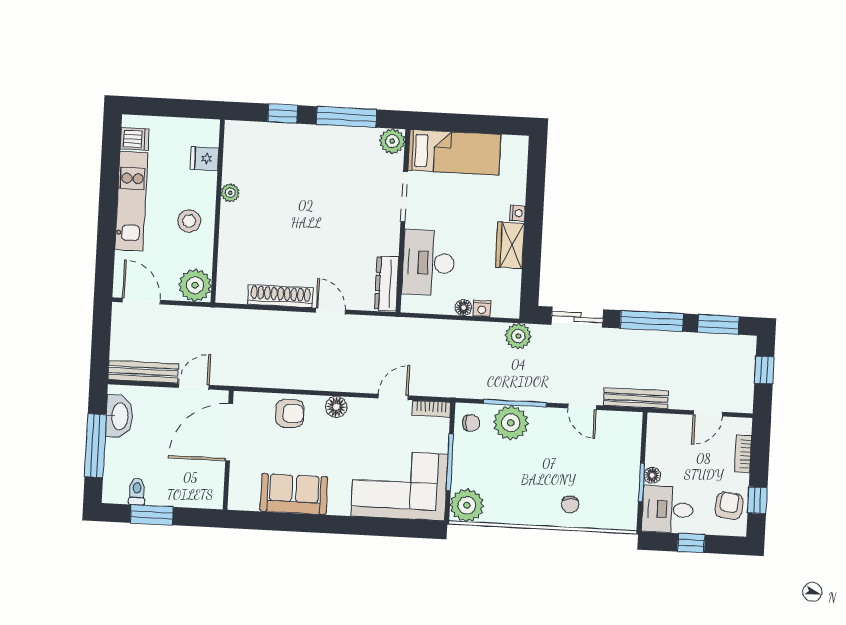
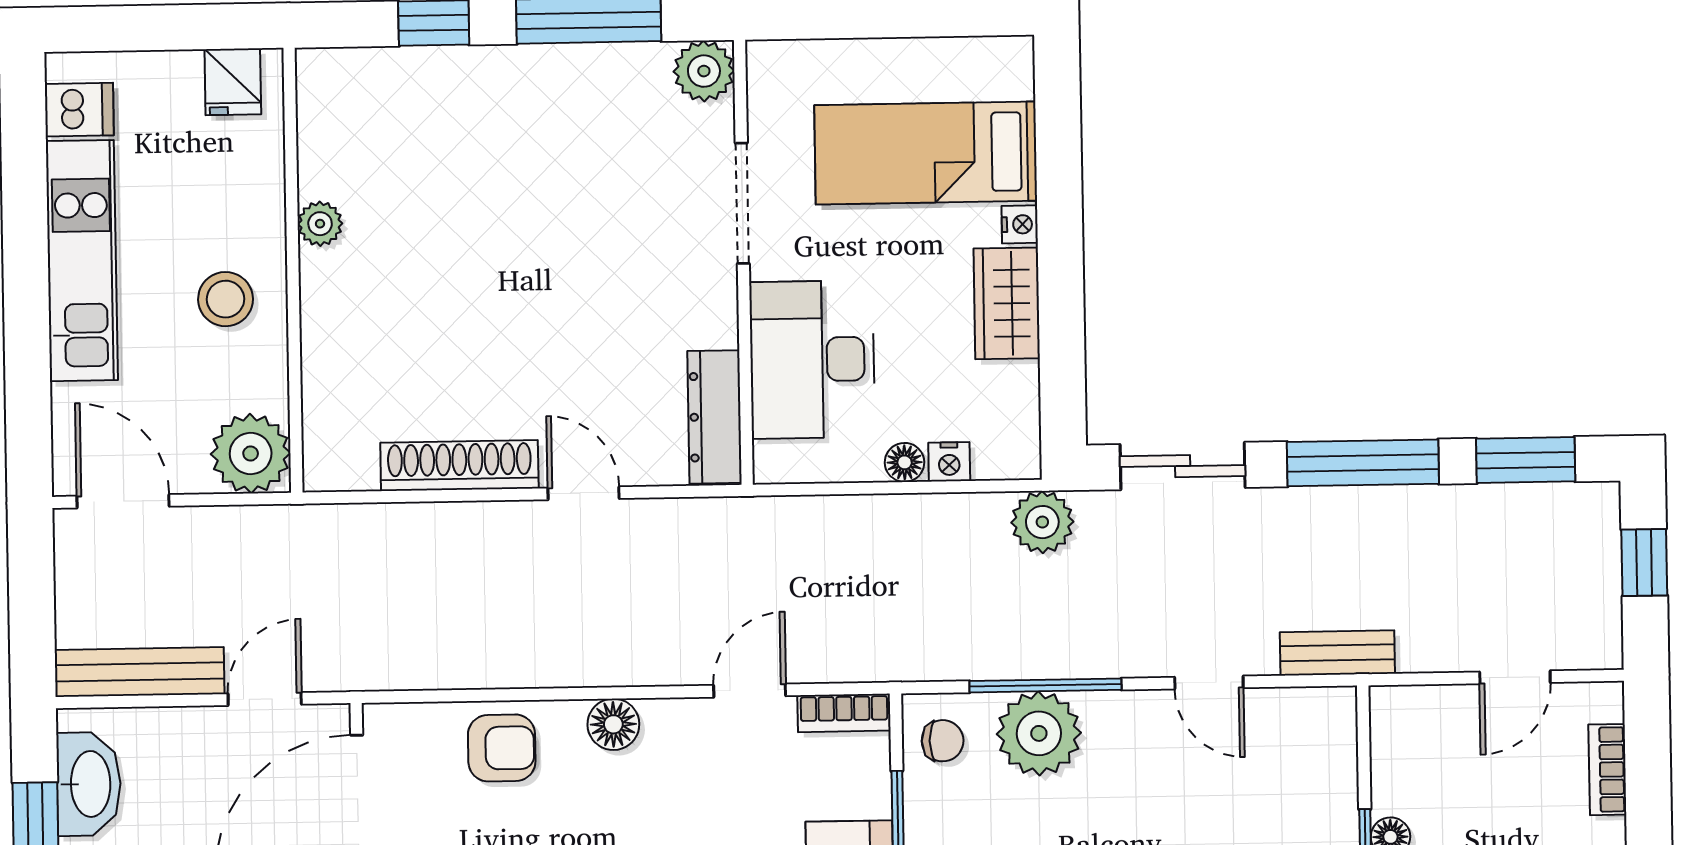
bed: (454, 152) -> (926, 153), moved, turned 180
fridge: (205, 159) -> (233, 82), moved, turned -90
bench: (636, 398) -> (1337, 653), width x0.73

